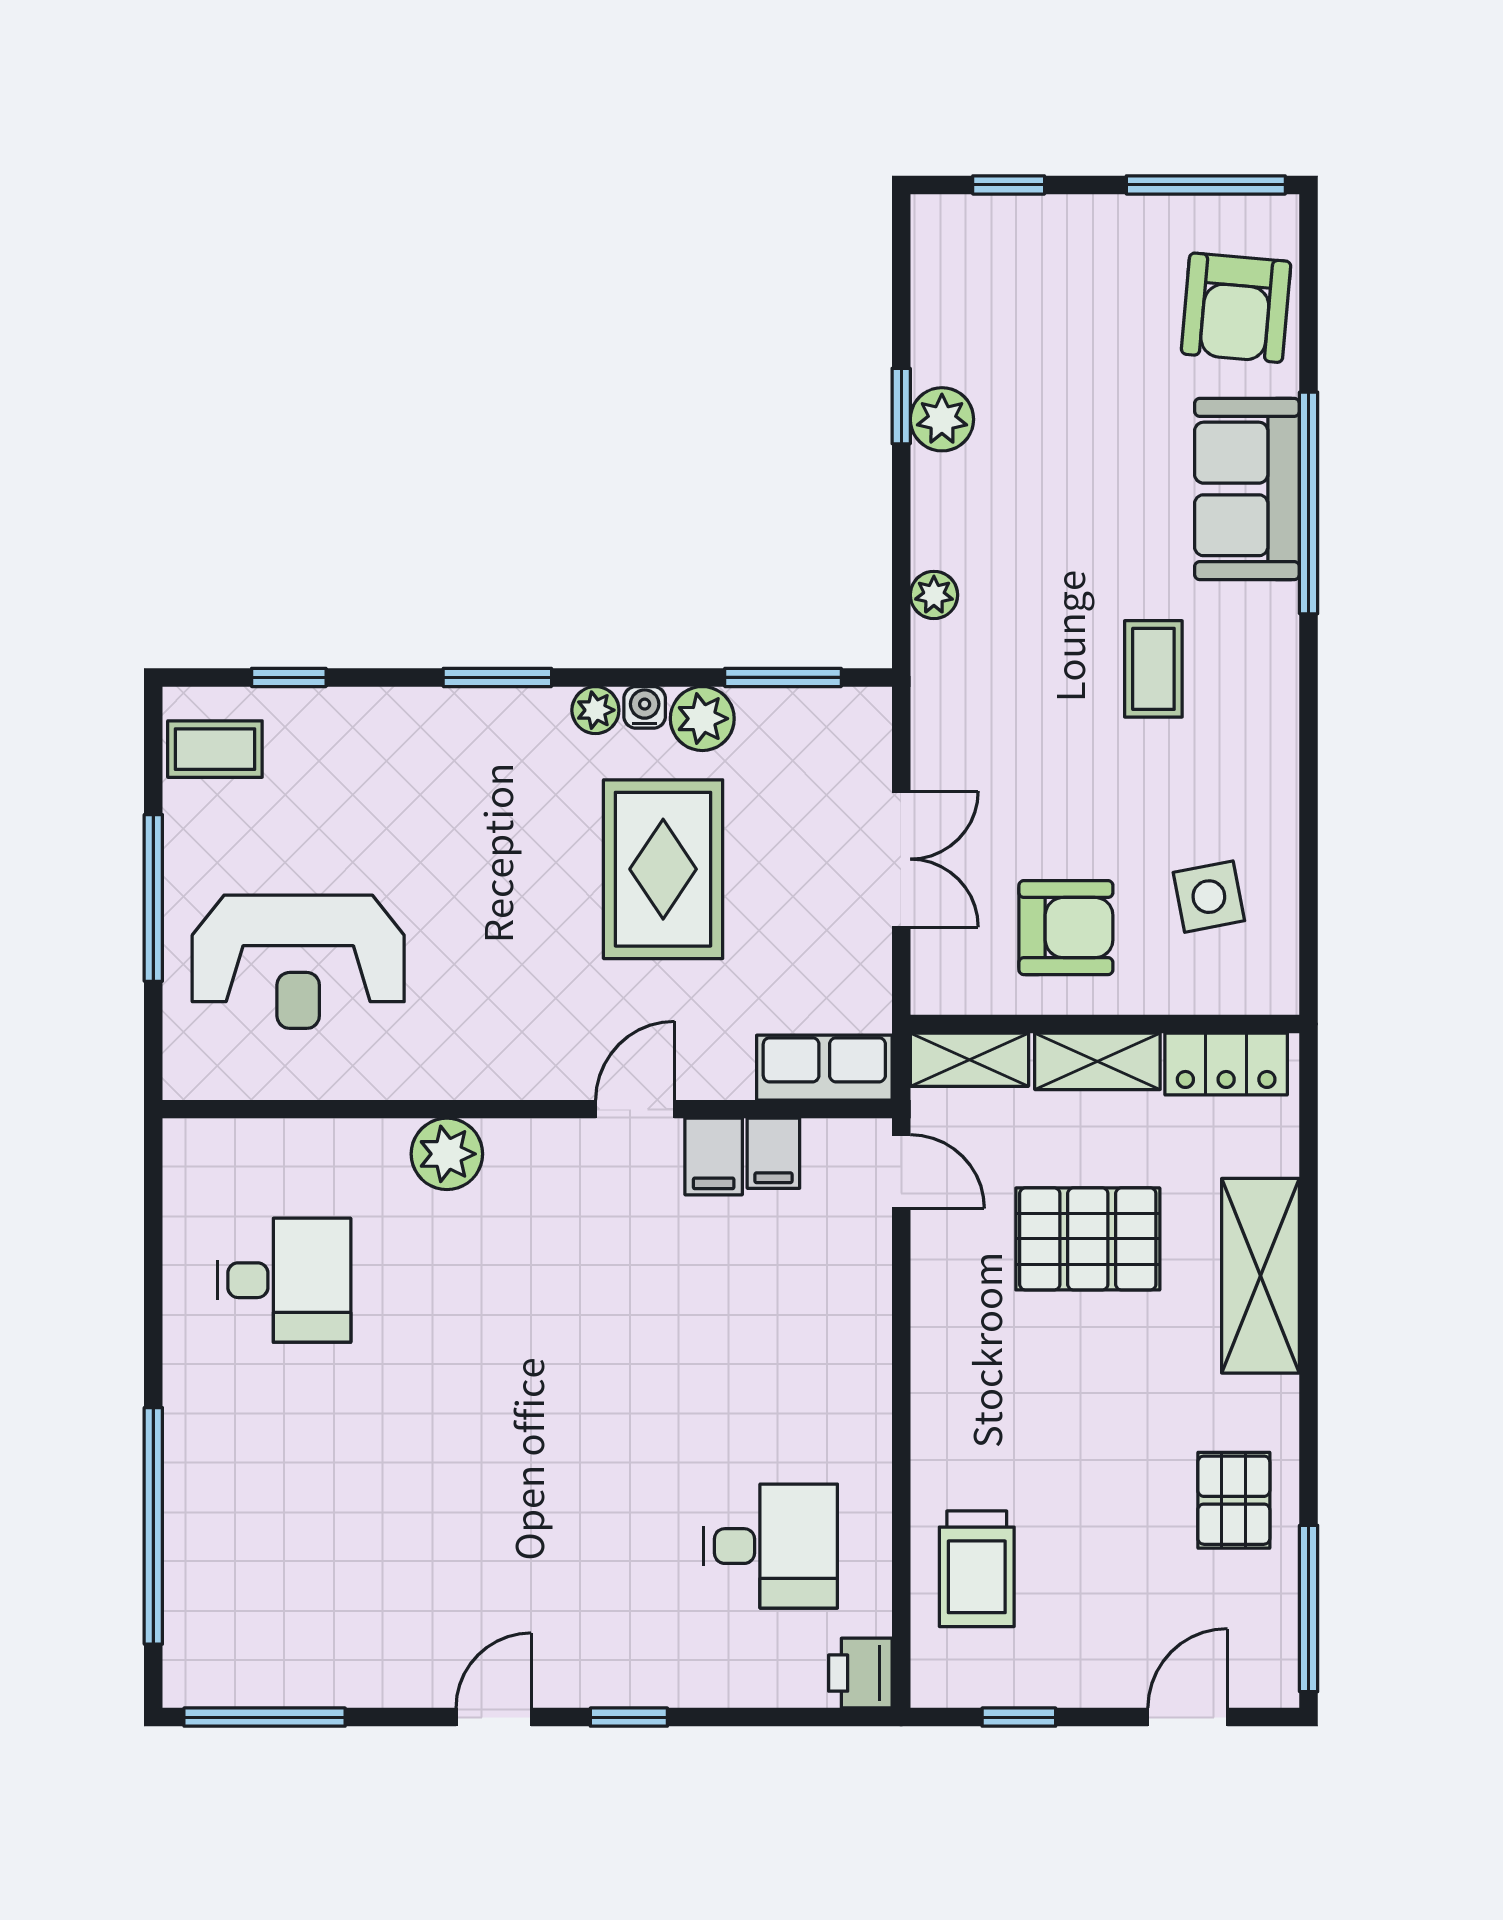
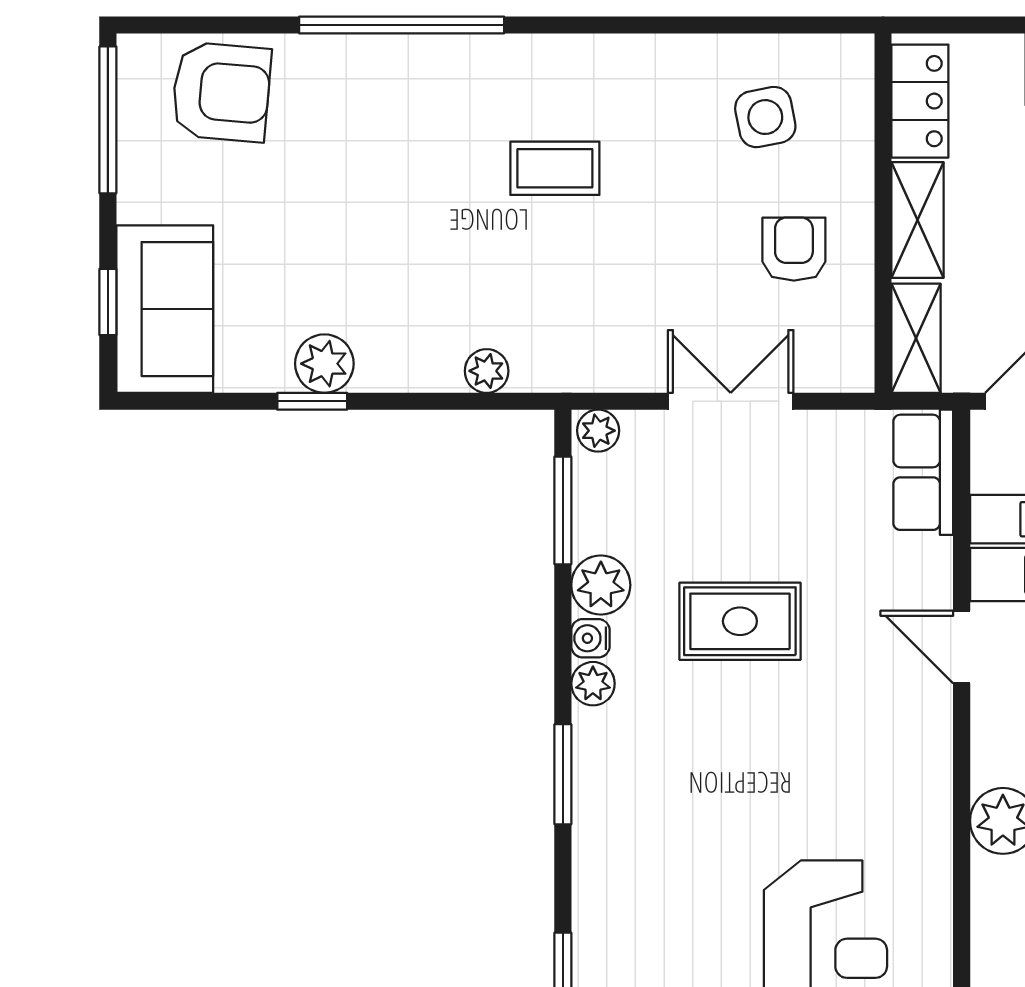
sofa: (1247, 489) -> (165, 309), moved, turned -90
plant: (869, 716) -> (598, 431), added
rug: (663, 869) -> (740, 621), width x0.73, depth x0.70
armchair: (1066, 928) -> (794, 249), width x0.72, depth x0.72

